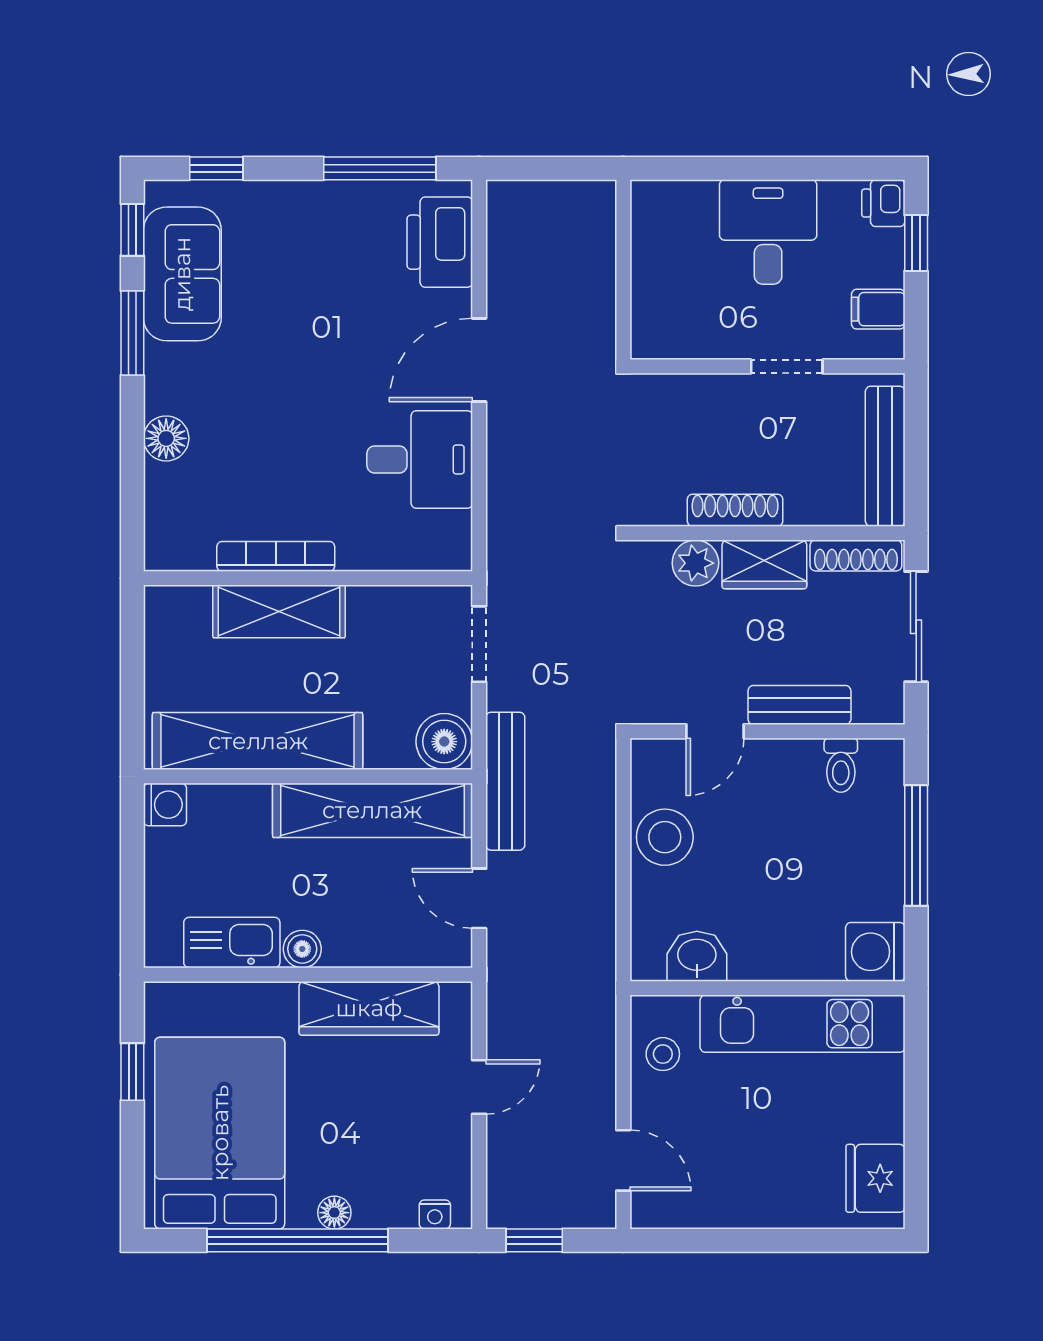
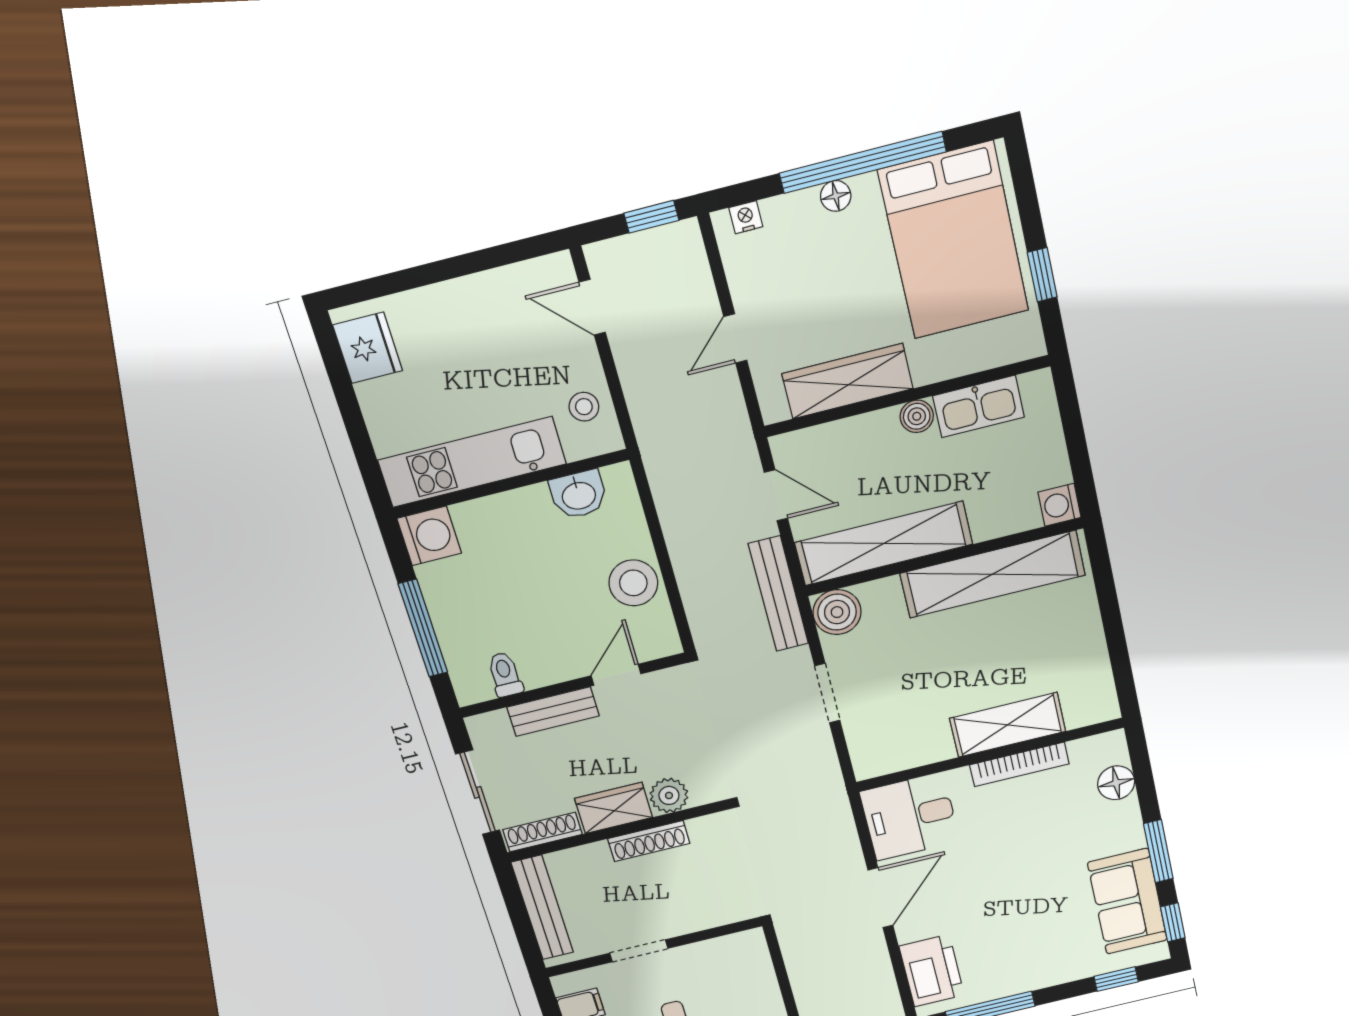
bookcase: (276, 556) -> (1019, 764), moved
wall: (308, 578) -> (990, 755), moved
shelving: (279, 611) -> (1008, 725), moved

